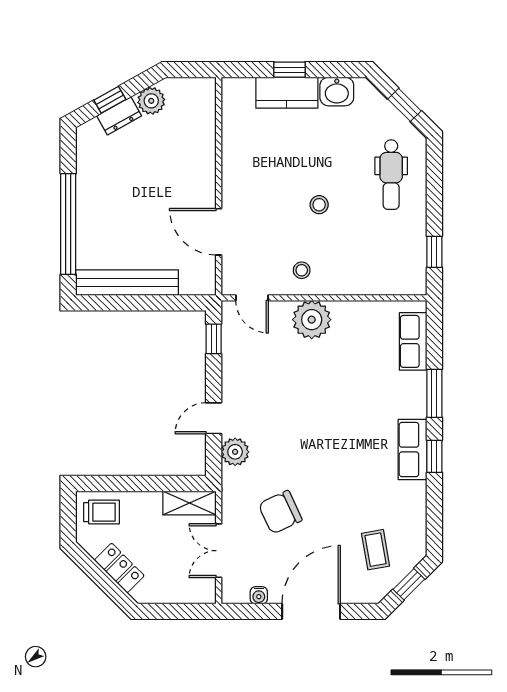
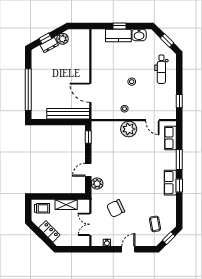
bench: (127, 283) -> (68, 114), moved
door: (252, 298) -> (152, 120), moved
shelving: (189, 503) -> (66, 205), moved
door: (311, 611) -> (128, 249), width x0.53

